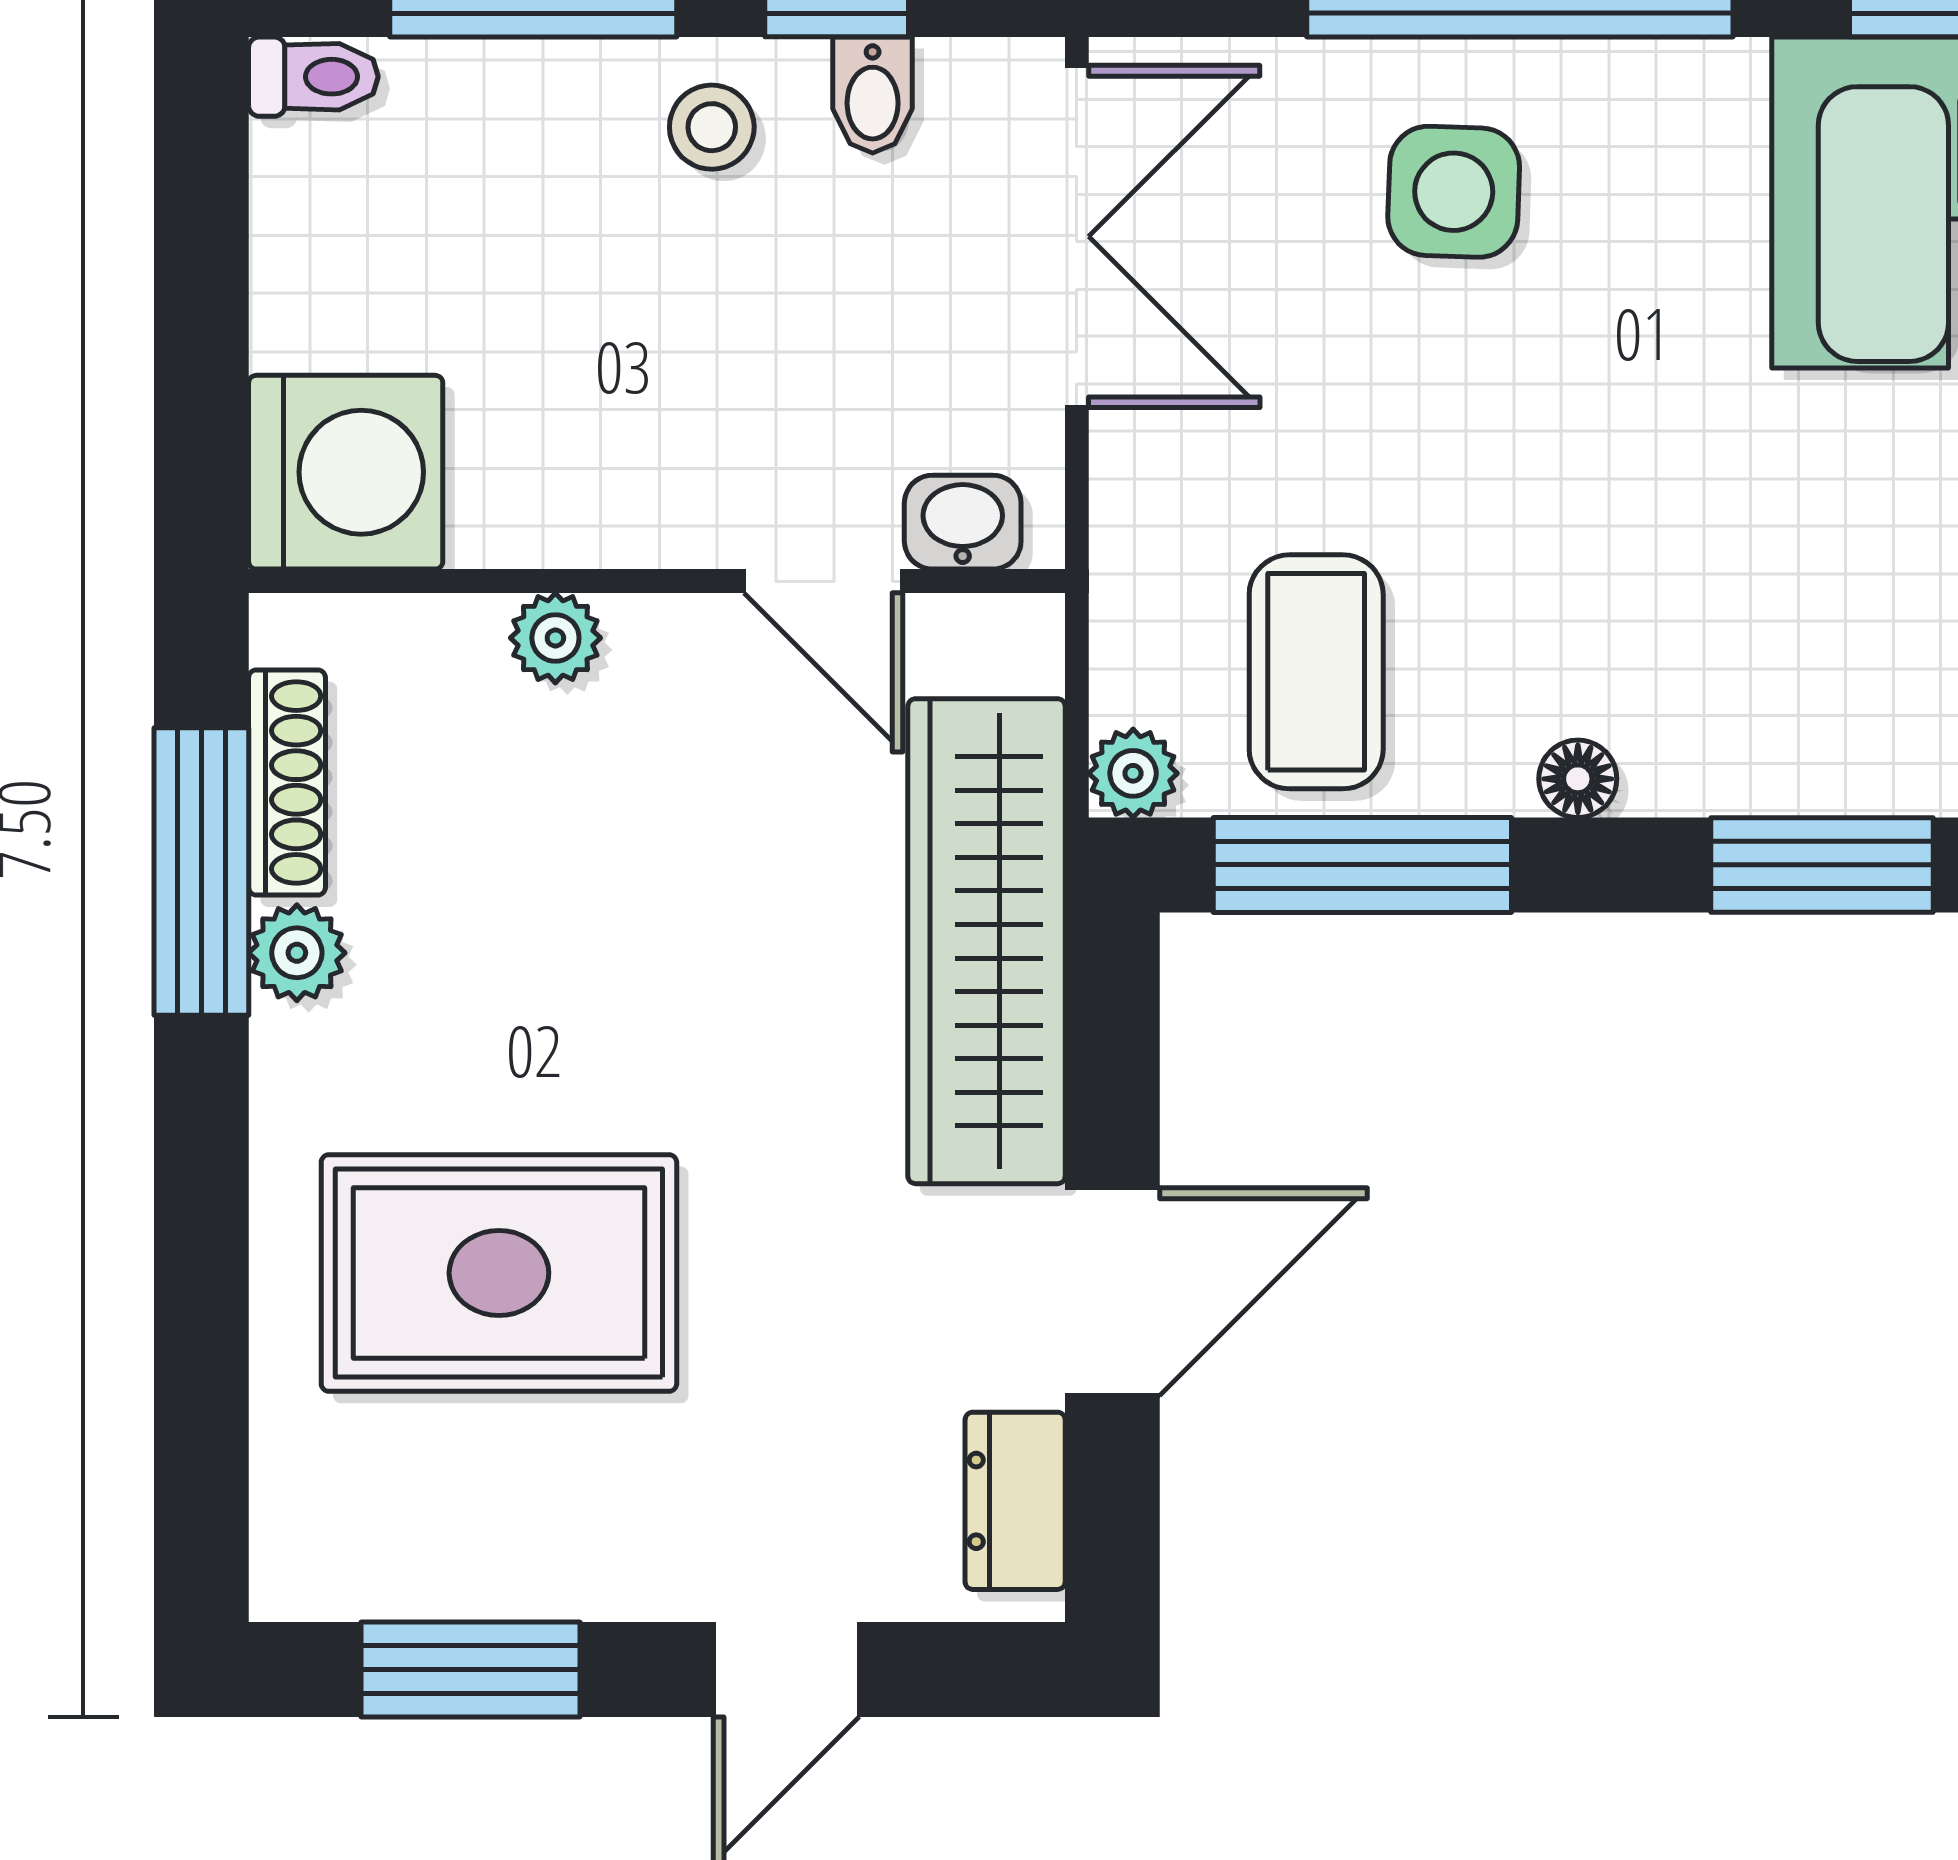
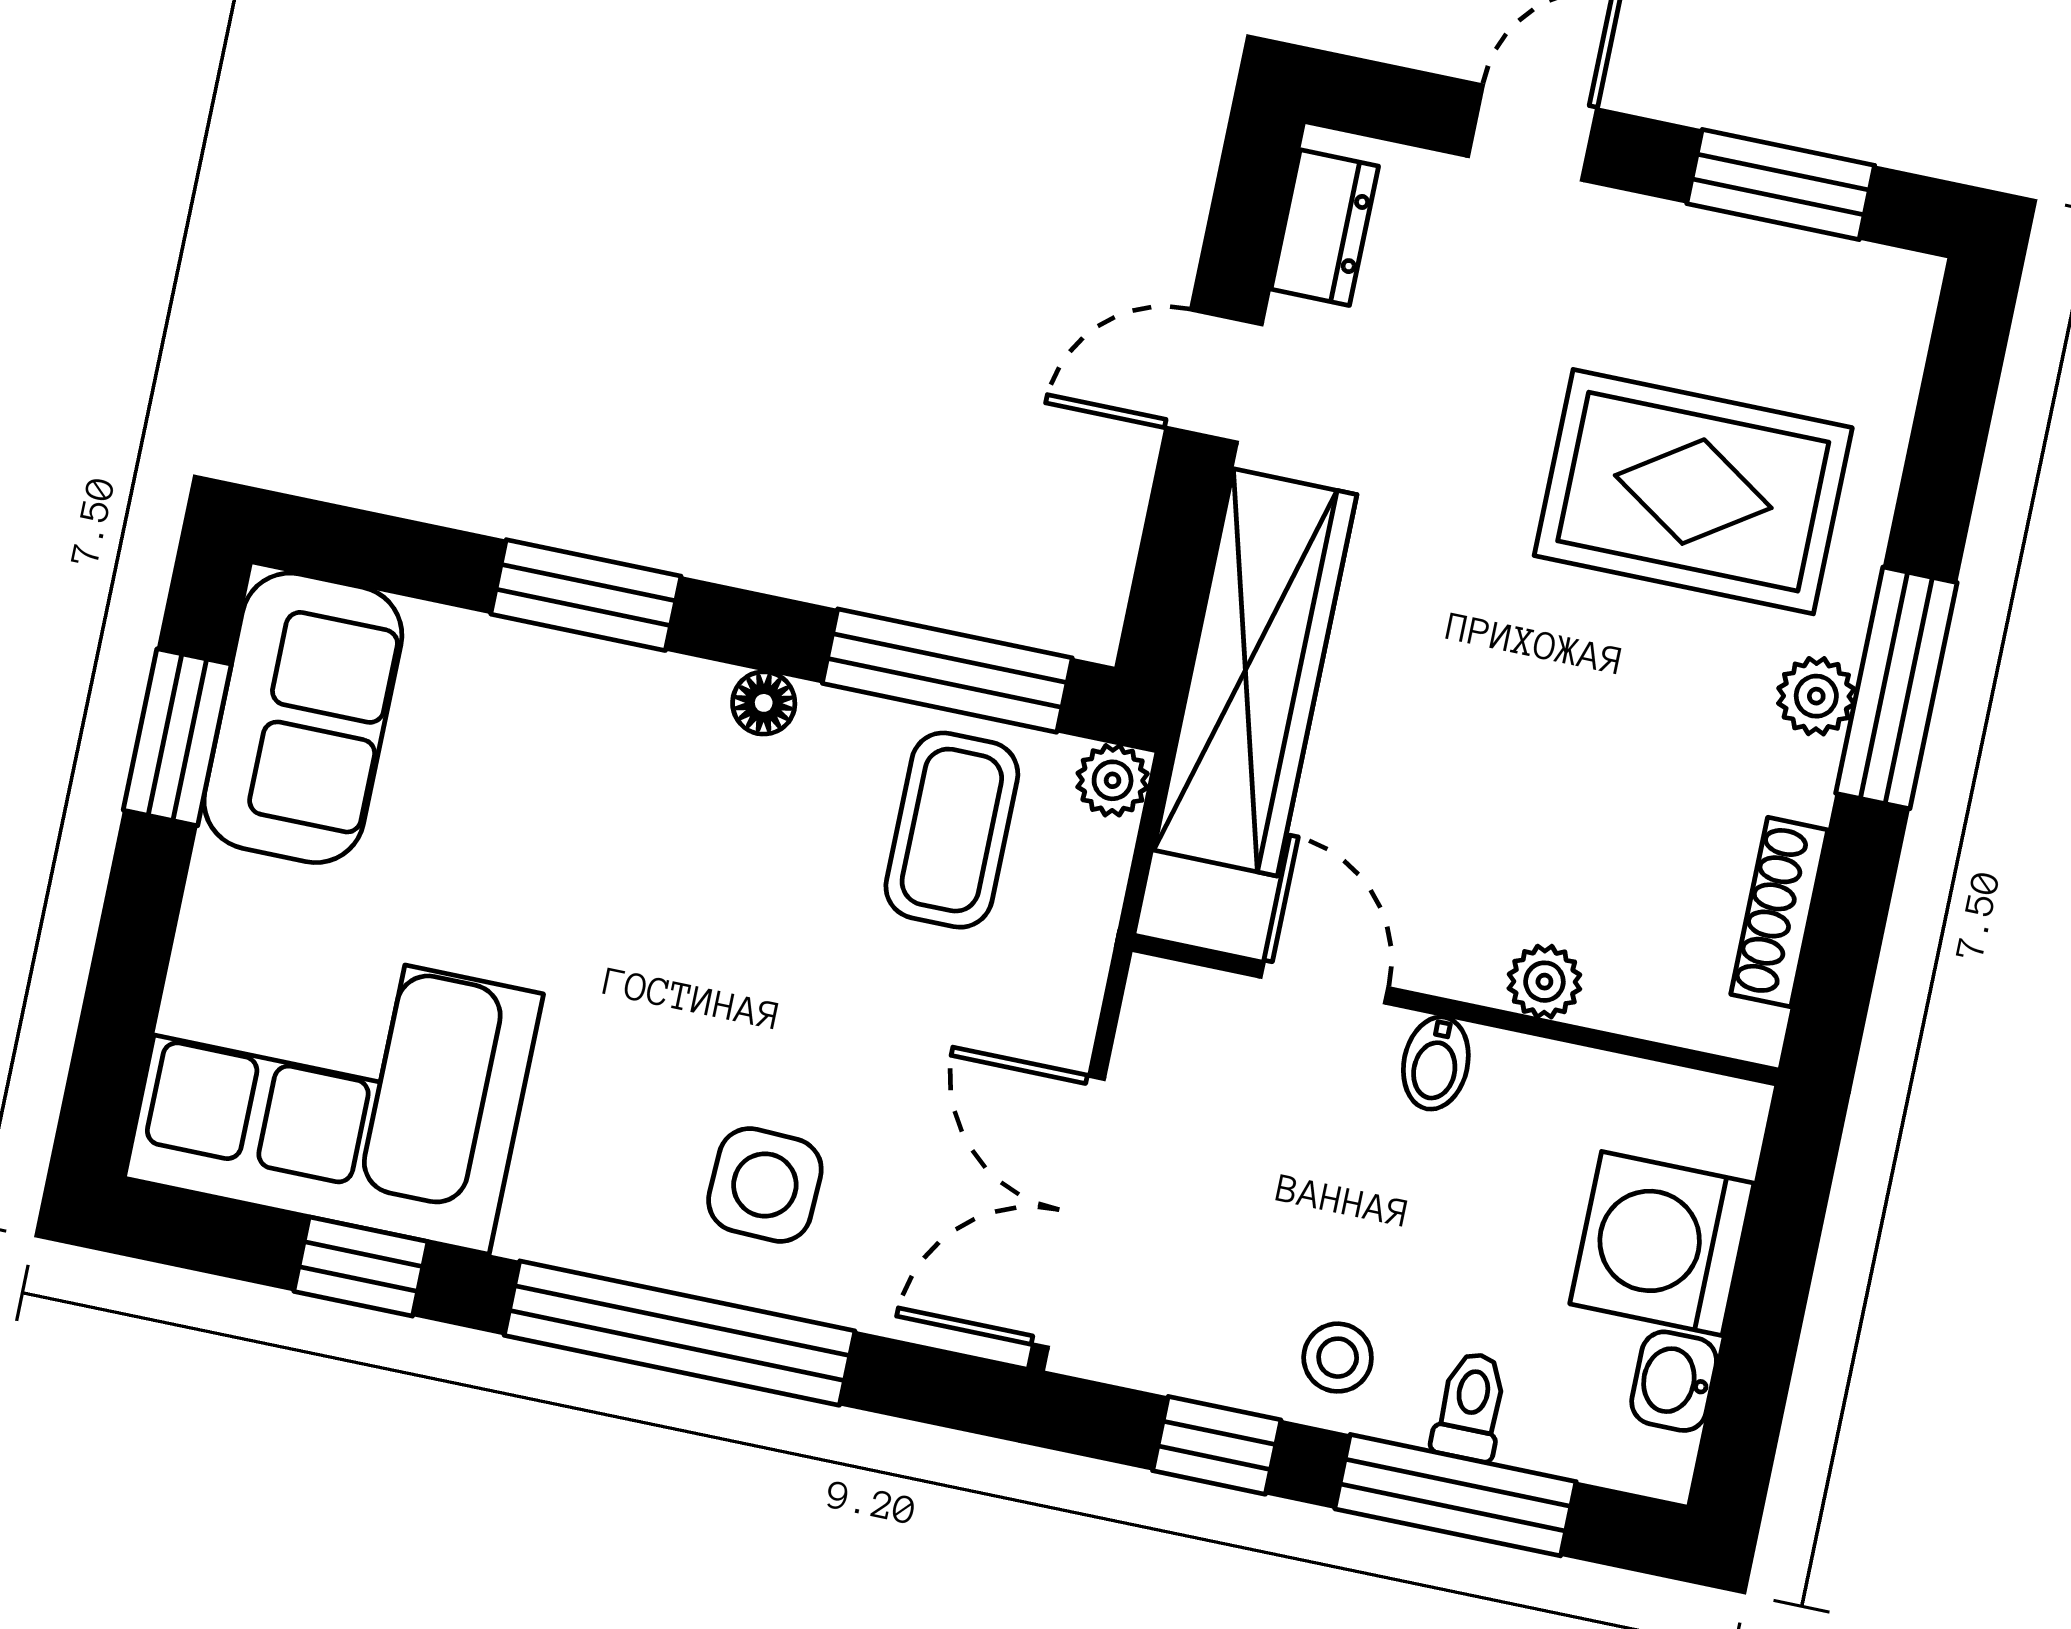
toilet: (313, 77) -> (1470, 1406), moved, turned 90
bidet: (873, 95) -> (1436, 1063), moved, turned 180
washing machine: (346, 472) -> (1662, 1243), moved
washbasin: (963, 522) -> (1674, 1381), moved, turned 90
window: (201, 872) -> (1896, 688), moved
plant: (297, 953) -> (1816, 696), moved
door: (1112, 1292) -> (1214, 376), width x0.73

